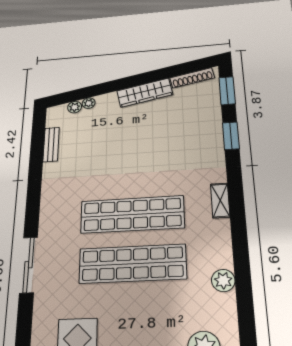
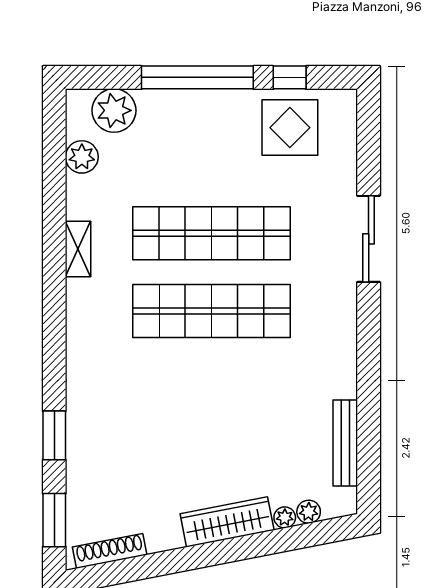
wardrobe: (145, 93) -> (227, 522), moved
bench: (51, 144) -> (345, 443), width x1.36
shelving: (220, 200) -> (78, 249), moved
plant: (223, 280) -> (82, 157), moved

